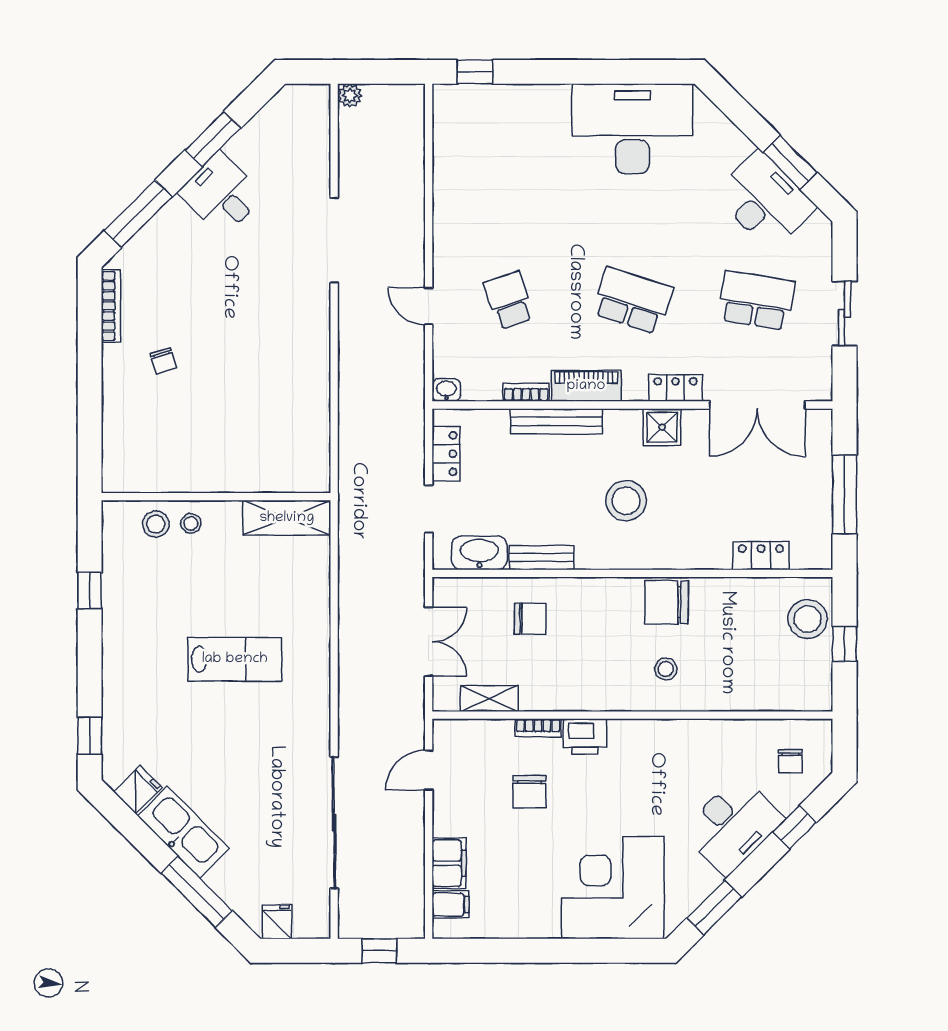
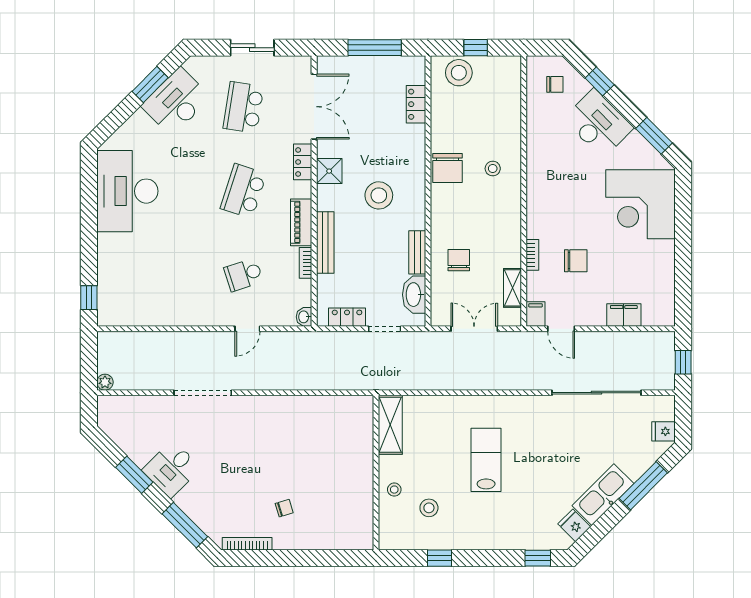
stool: (156, 524) -> (429, 508), moved
printer: (585, 737) -> (538, 223), removed
filing cabinet: (451, 904) -> (535, 314), moved

